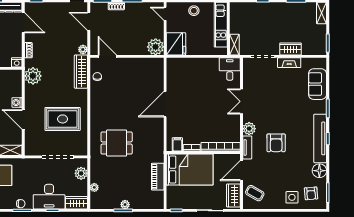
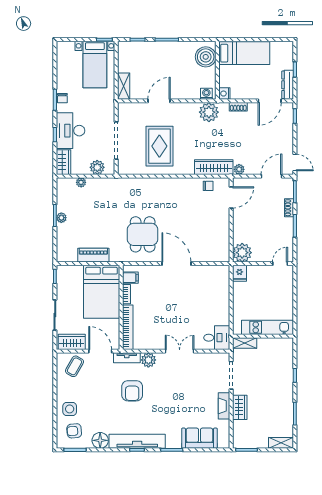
stool: (194, 11) -> (284, 297), removed
fridge: (176, 44) -> (239, 273), width x0.53, depth x0.75
washing machine: (17, 103) -> (206, 94), moved
dining table: (117, 143) -> (143, 234), moved
armchair: (276, 143) -> (132, 391), turned -90

